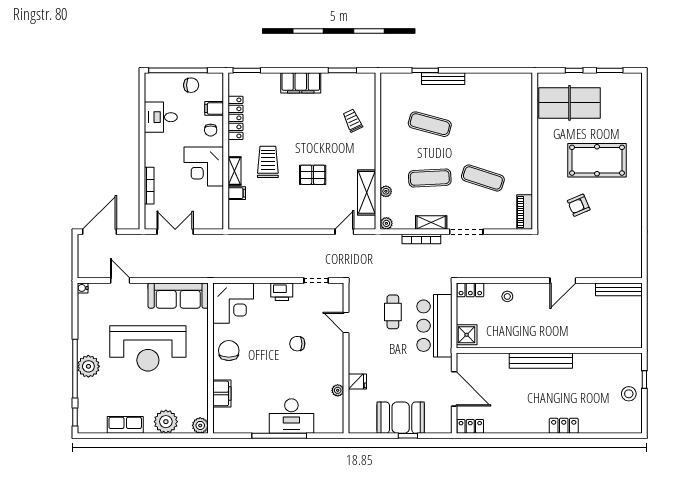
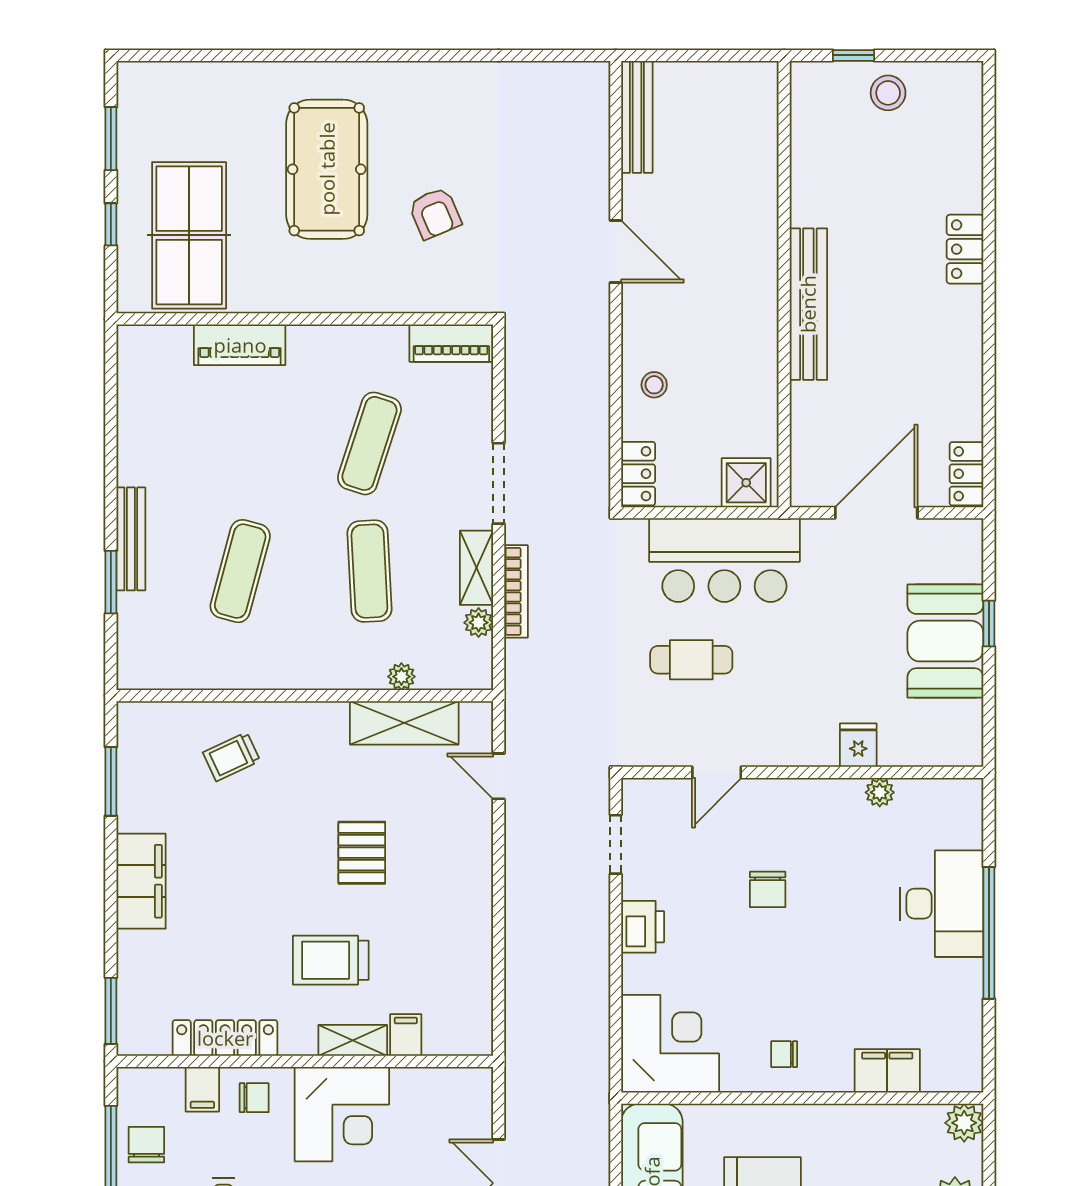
piano: (524, 124) -> (240, 345), added
plant: (386, 223) -> (479, 623), moved
chair: (229, 351) -> (784, 1054), width x0.54, depth x0.54

